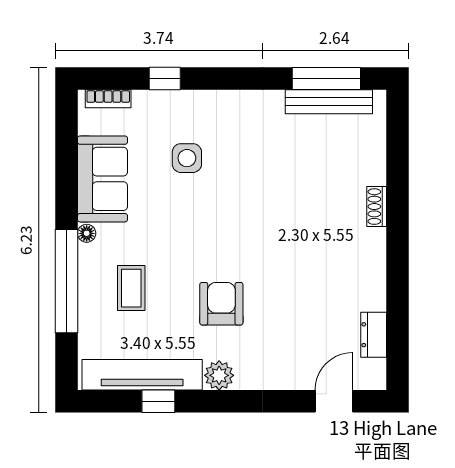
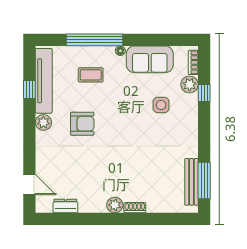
plant: (149, 105) -> (190, 84), added
plant: (372, 244) -> (115, 205), added

